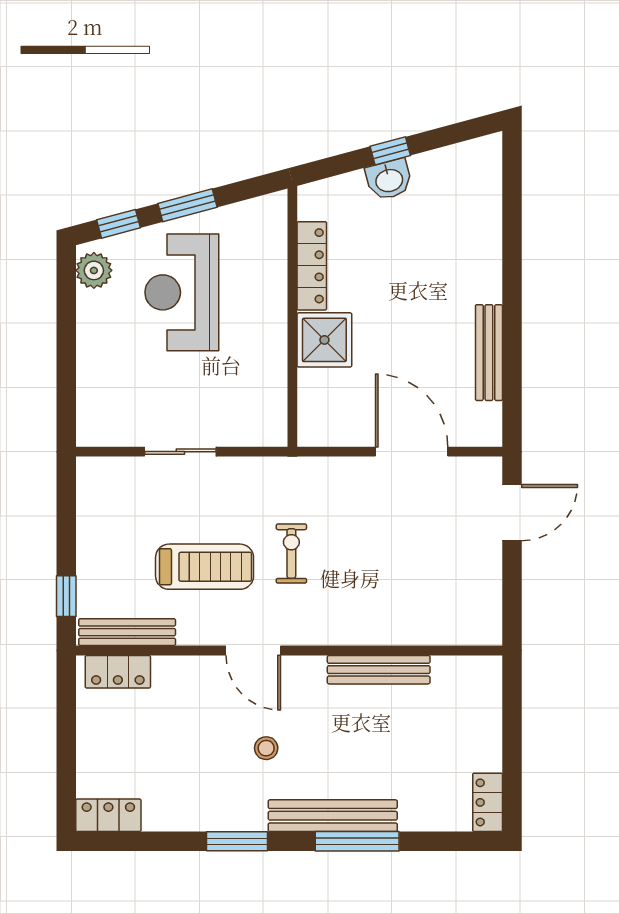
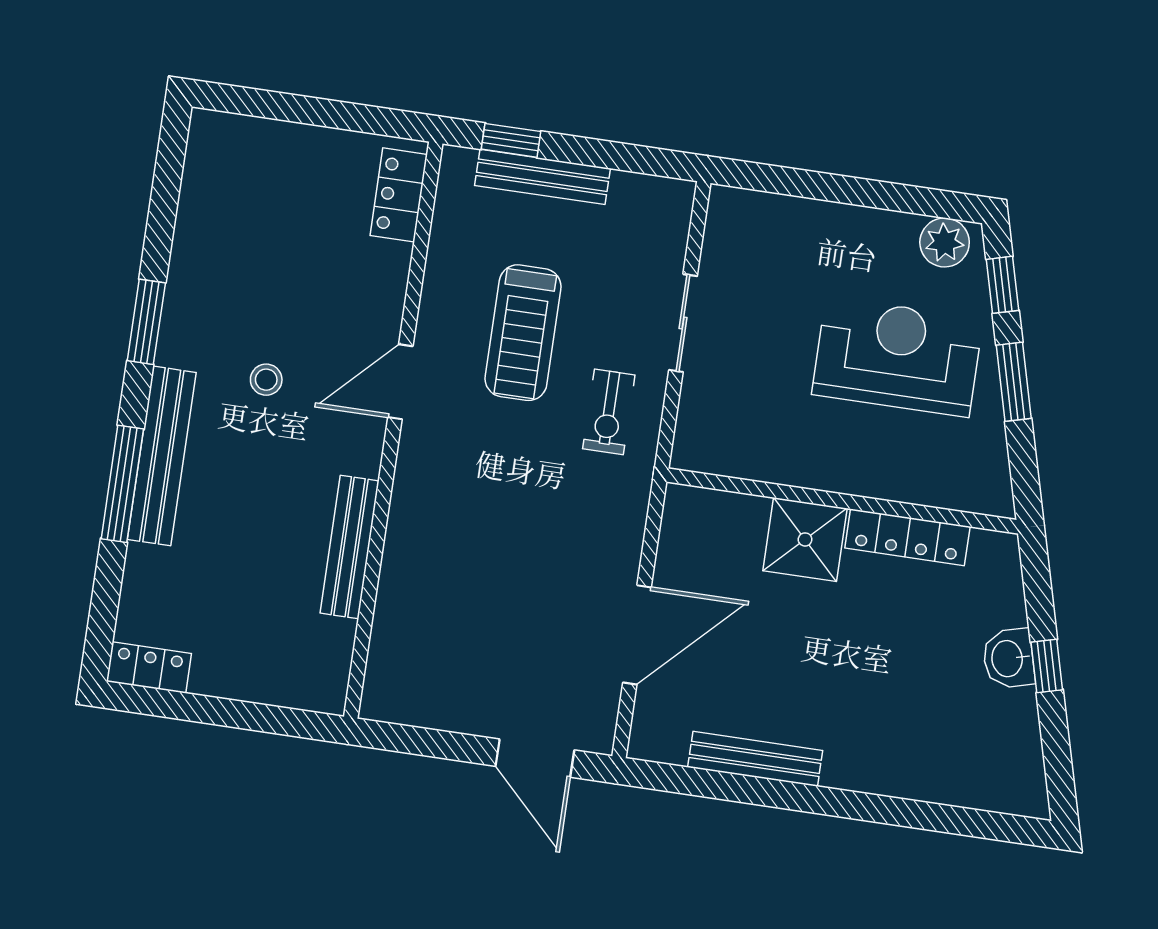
exercise bike: (291, 553) -> (609, 412), moved, turned 90
bench: (127, 632) -> (542, 177), moved, turned 90
locker: (108, 815) -> (207, 153), removed

